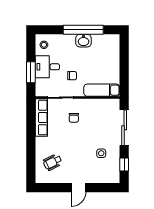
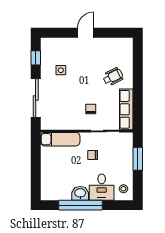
desk: (47, 67) -> (102, 187), moved, turned 90
wheelchair: (53, 162) -> (113, 77), moved

